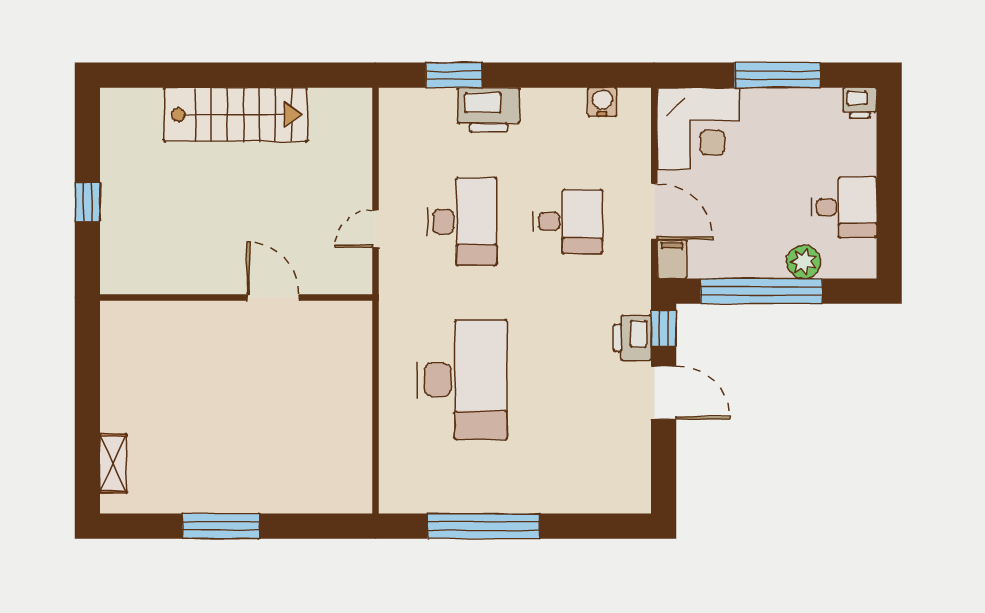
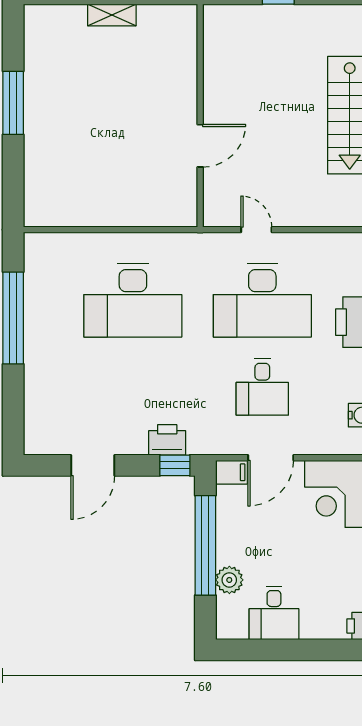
desk: (462, 222) -> (262, 300), width x1.36, depth x1.30
door: (664, 393) -> (93, 465), moved
shelving: (113, 463) -> (112, 15), moved

